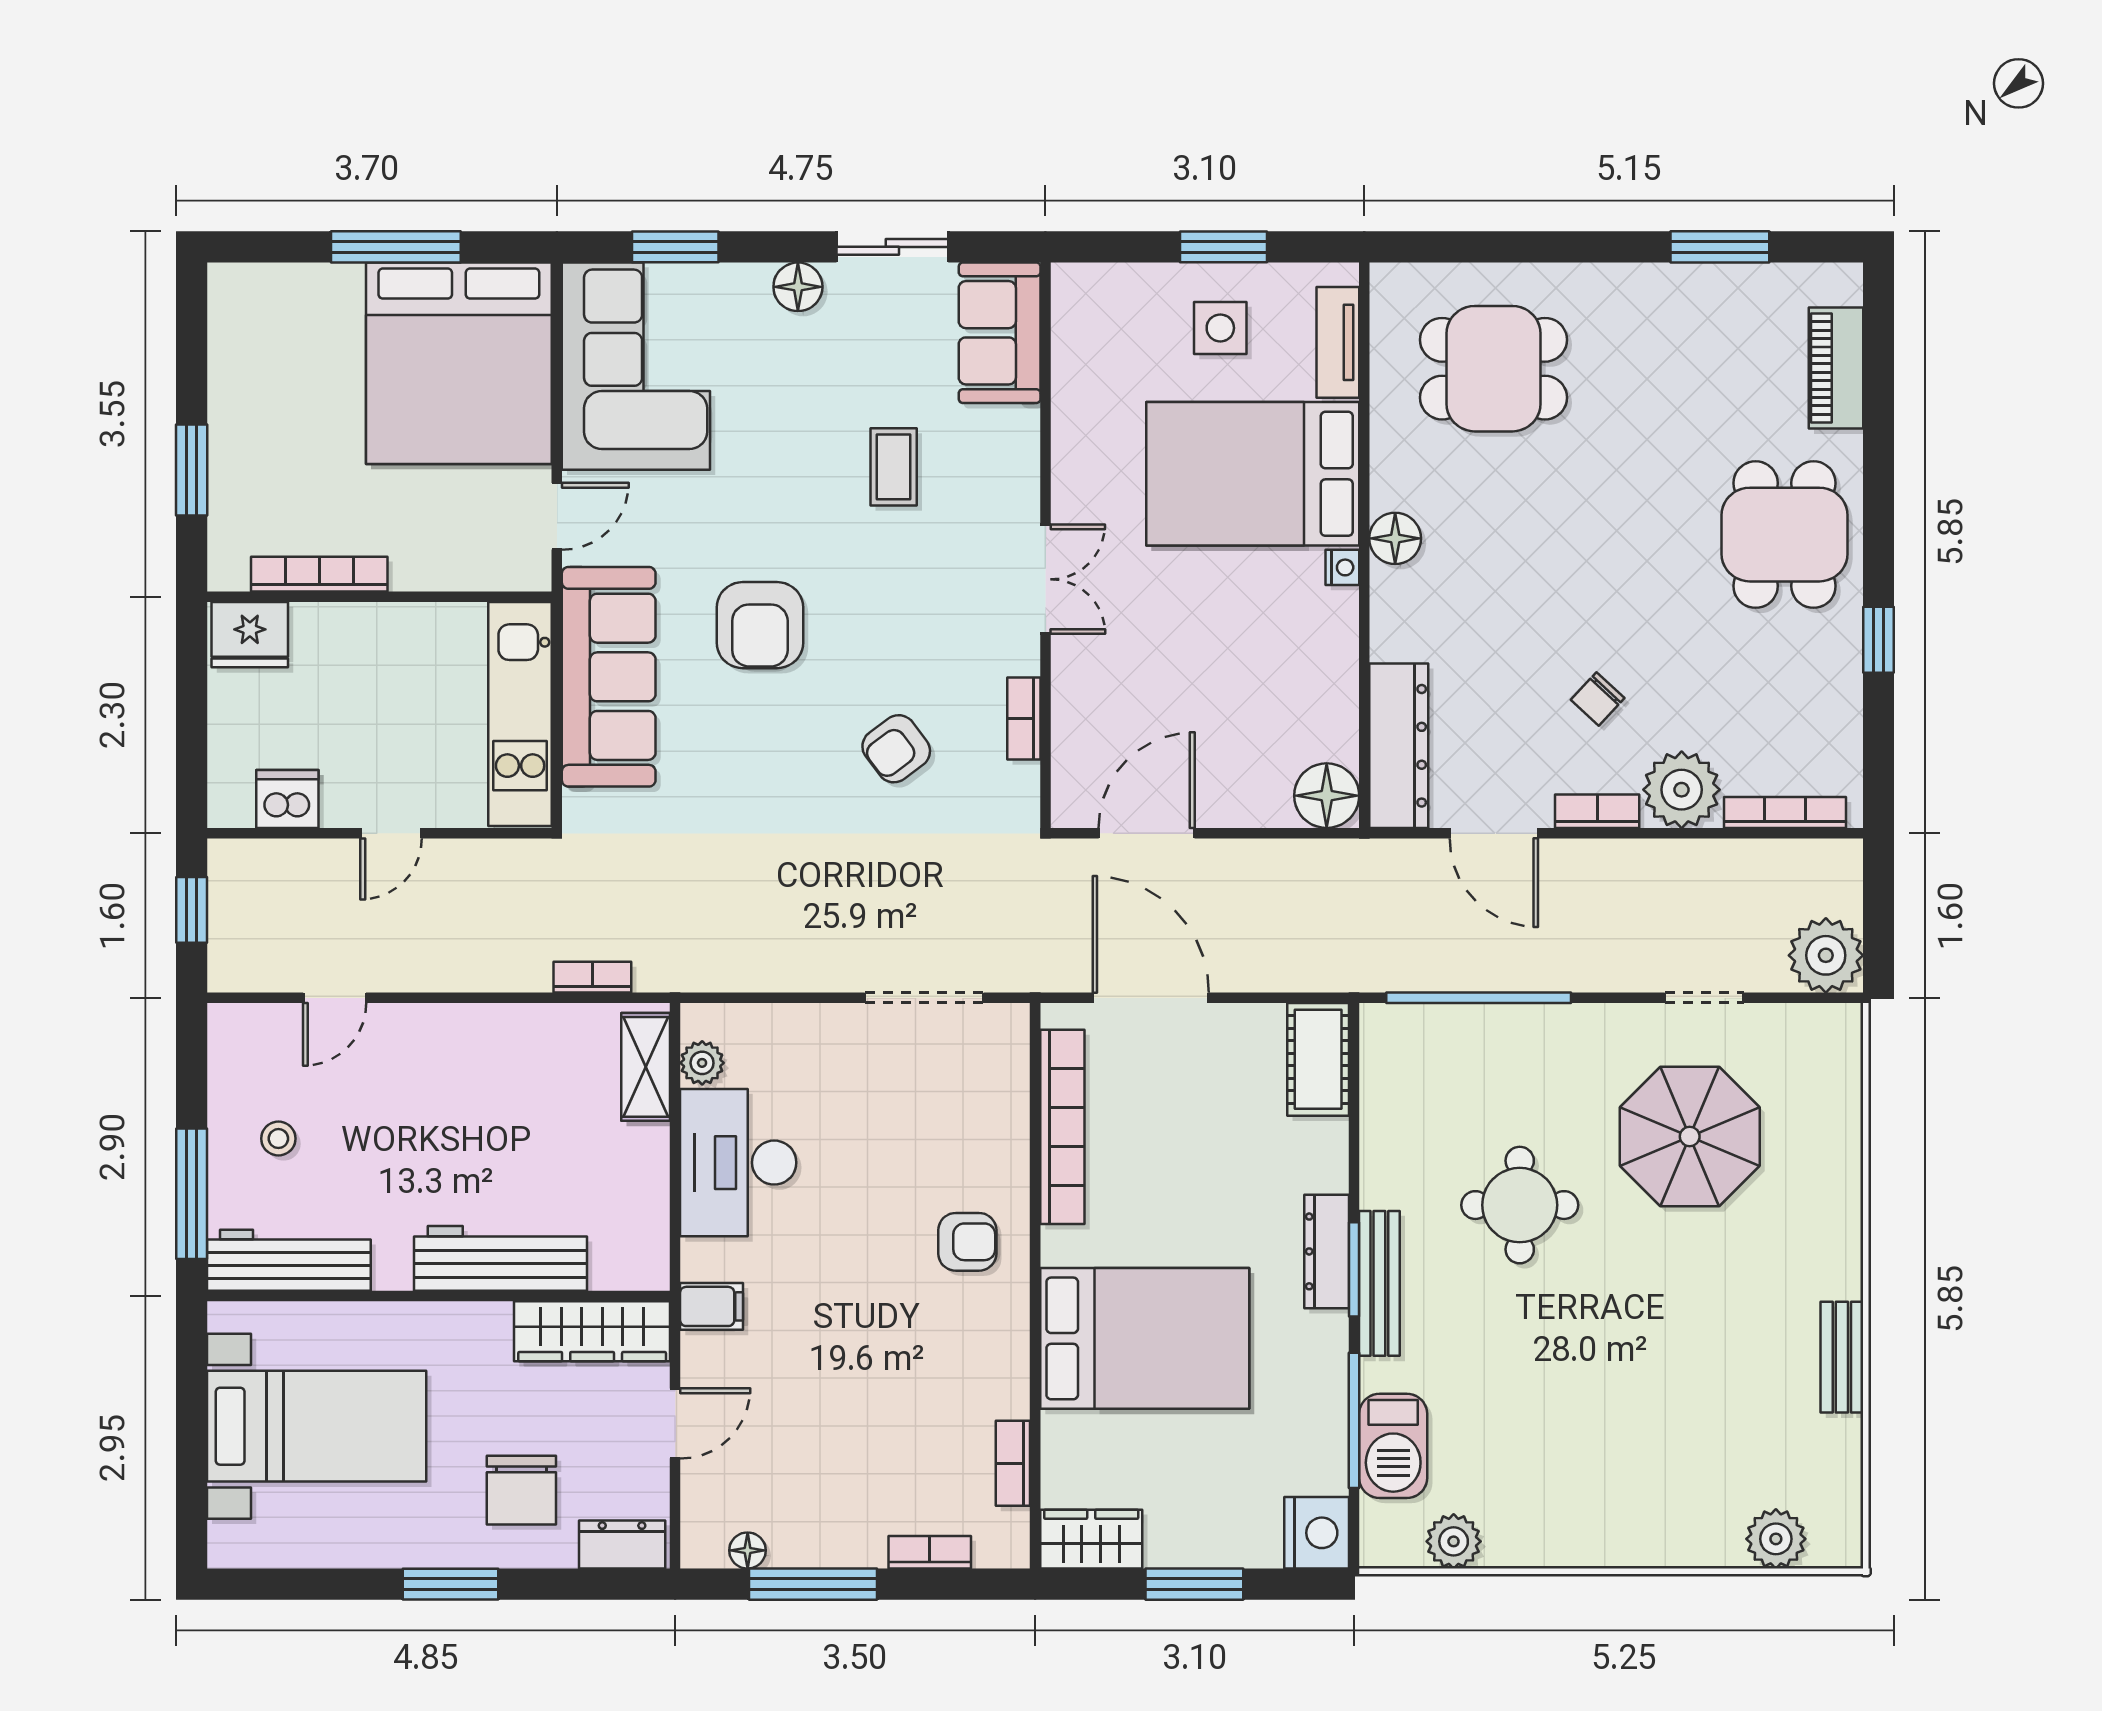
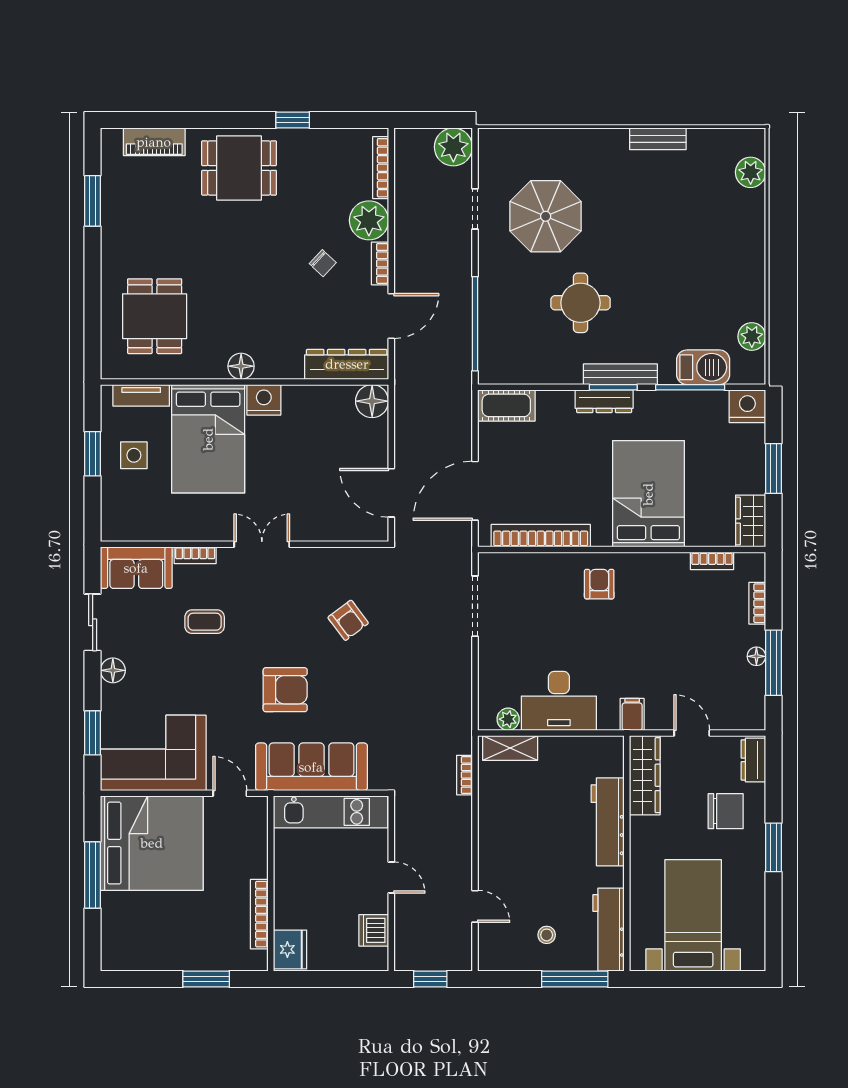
nightstand: (1342, 567) -> (264, 400), width x1.89, depth x1.79
bookcase: (1024, 719) -> (195, 555), moved
floor lamp: (748, 1550) -> (756, 656), moved

